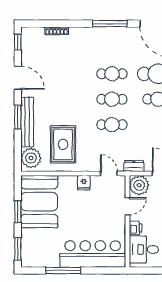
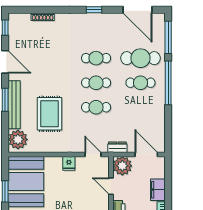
window: (110, 24) -> (94, 10), width x0.46
rug: (63, 144) -> (49, 114), moved
door: (127, 206) -> (111, 186), swing flipped

